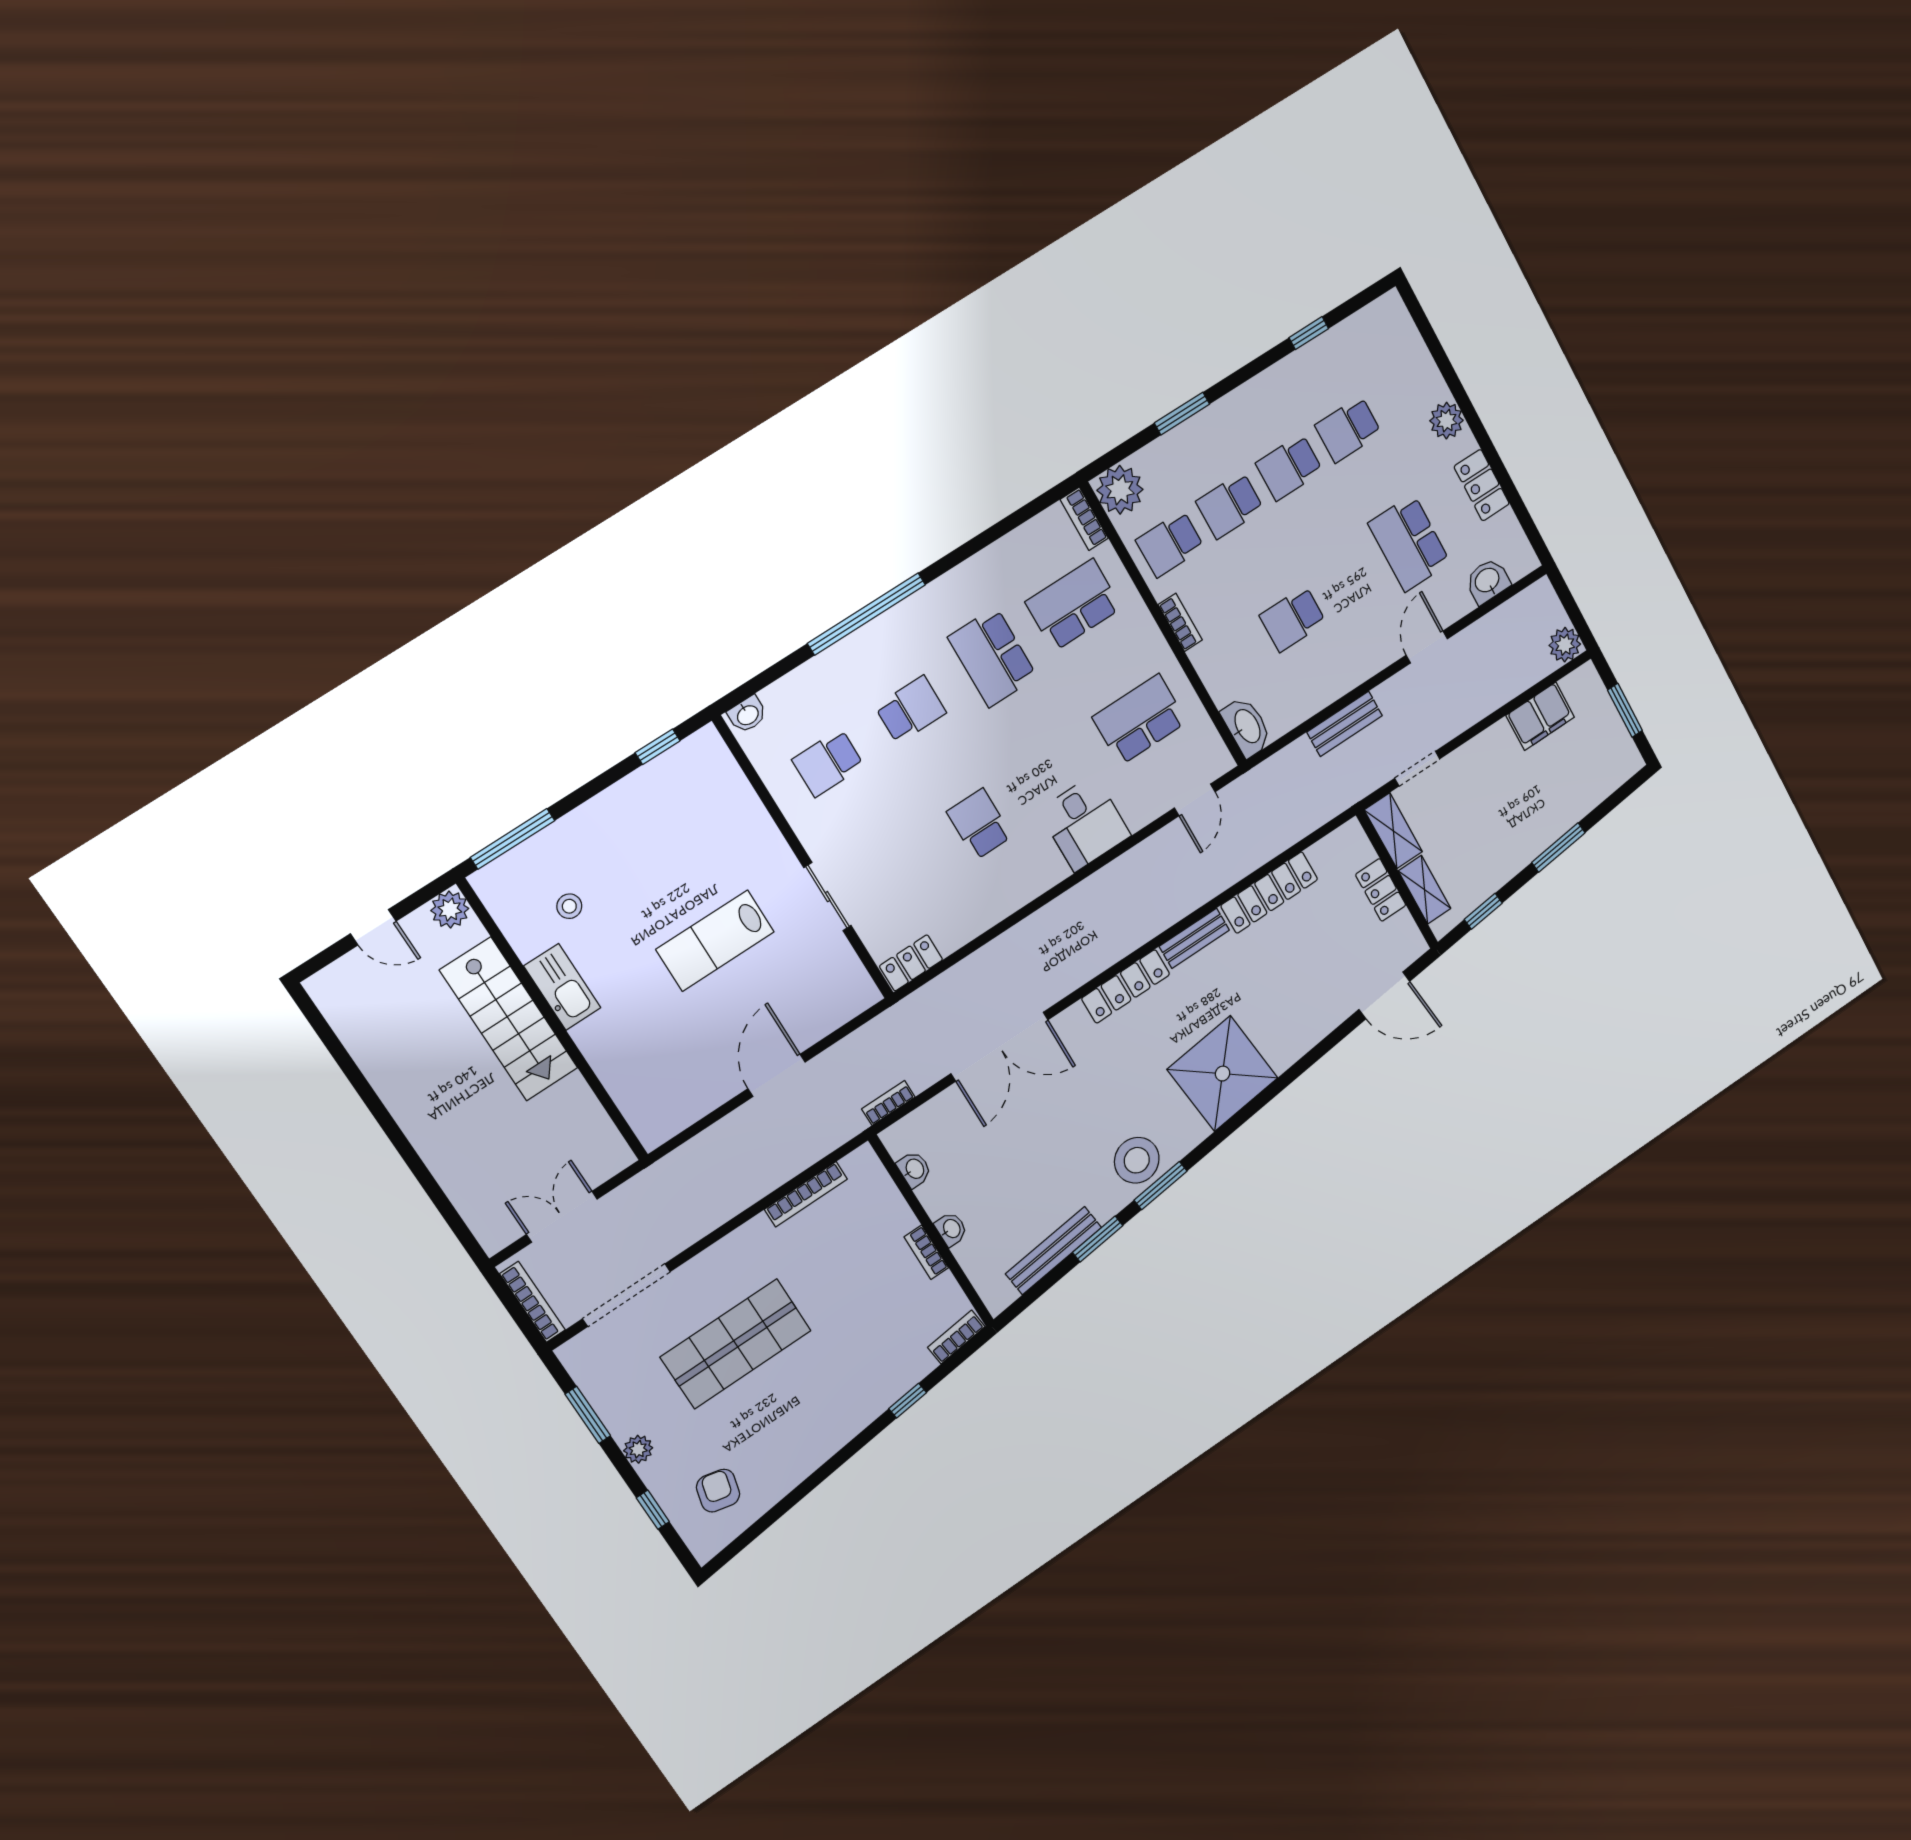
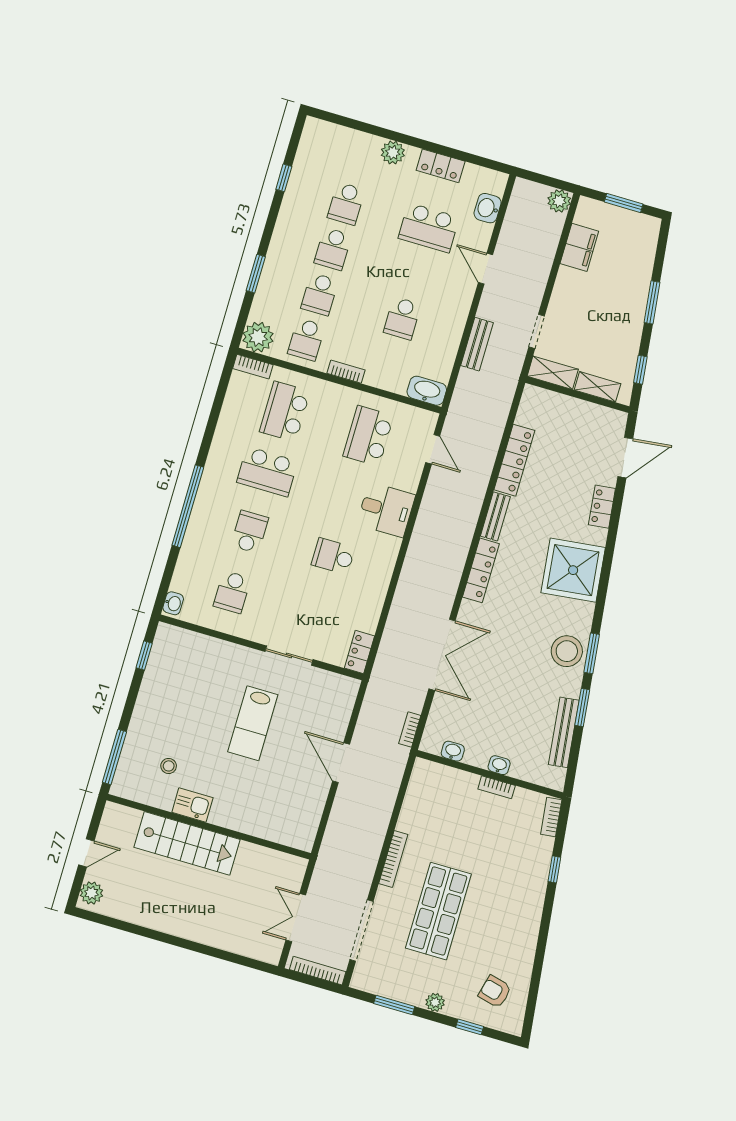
locker: (1381, 890) -> (602, 507), moved, turned 83
plant: (450, 910) -> (91, 893), moved
kitchen sink: (562, 987) -> (192, 805), width x0.73
bookcase: (806, 1194) -> (393, 859), moved

